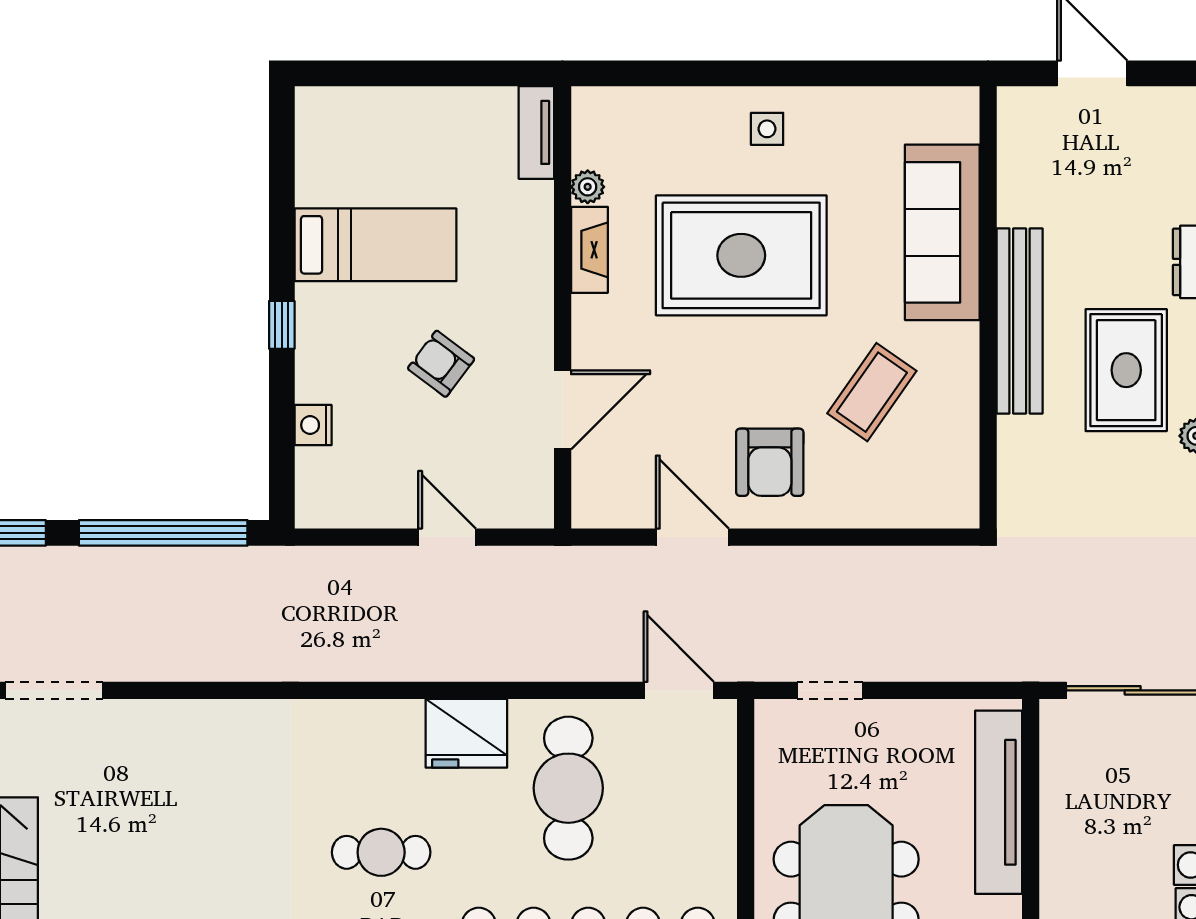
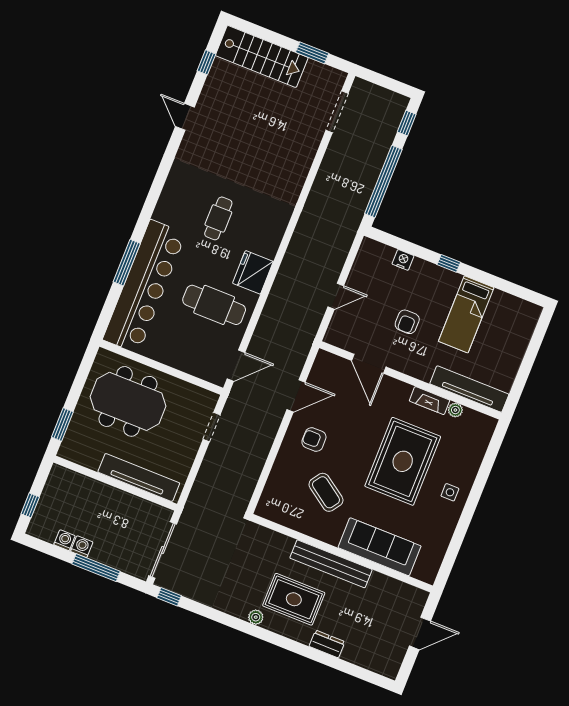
tv unit: (536, 132) -> (469, 389), width x1.92, depth x1.29
armchair: (441, 364) -> (407, 322), turned 143
armchair: (770, 462) -> (314, 439), width x0.72, depth x0.72

